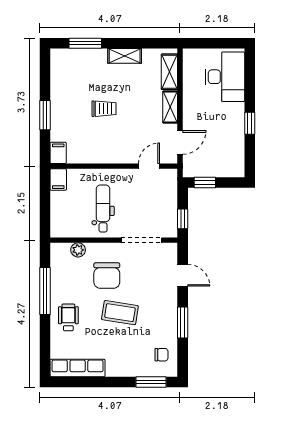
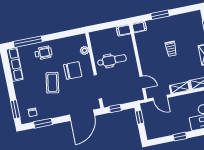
door: (183, 275) -> (82, 115), width x1.88
chair: (107, 276) -> (73, 70), turned 180
window: (45, 291) -> (28, 42), moved
window: (183, 323) -> (43, 123), moved

